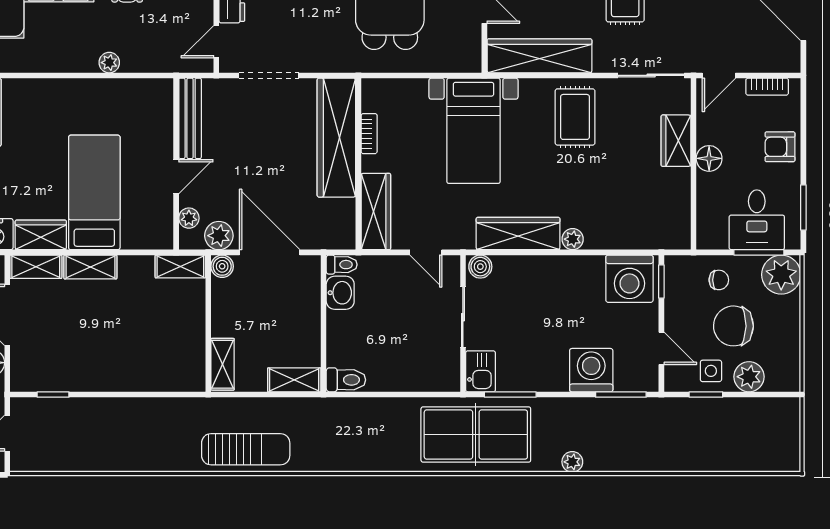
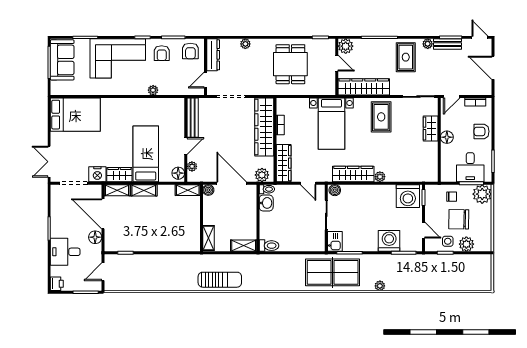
floor lamp: (161, 232) -> (178, 173), added
plant: (219, 236) -> (262, 175), moved

